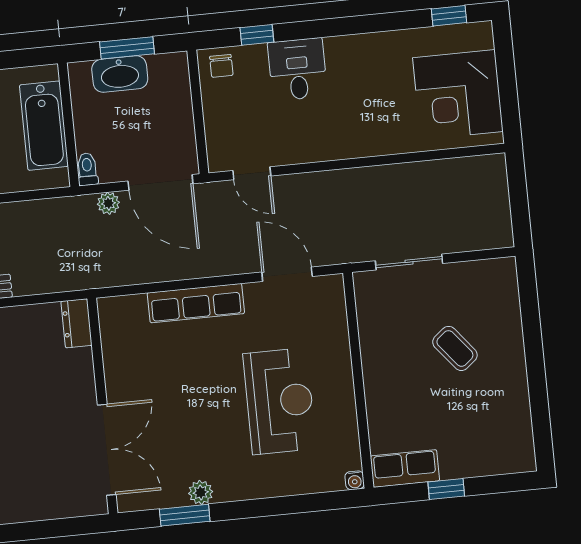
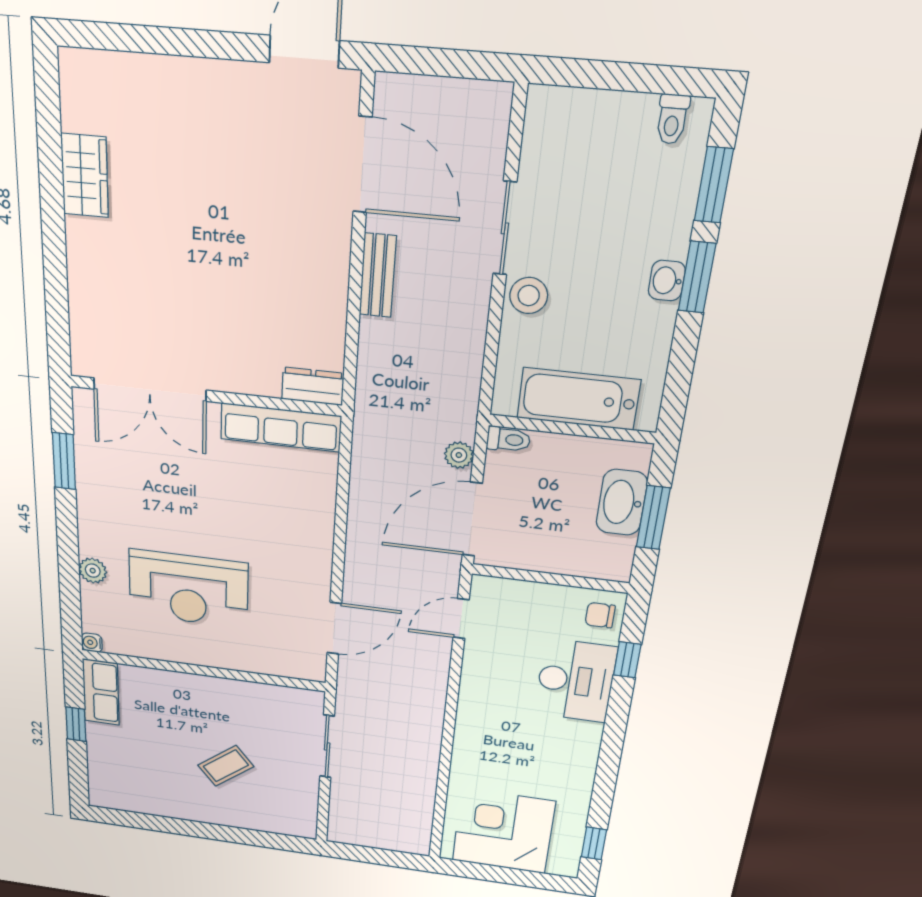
desk: (297, 69) -> (575, 681), width x1.37
row of seats: (196, 303) -> (281, 427), moved, turned -90
plant: (201, 492) -> (93, 571), moved

